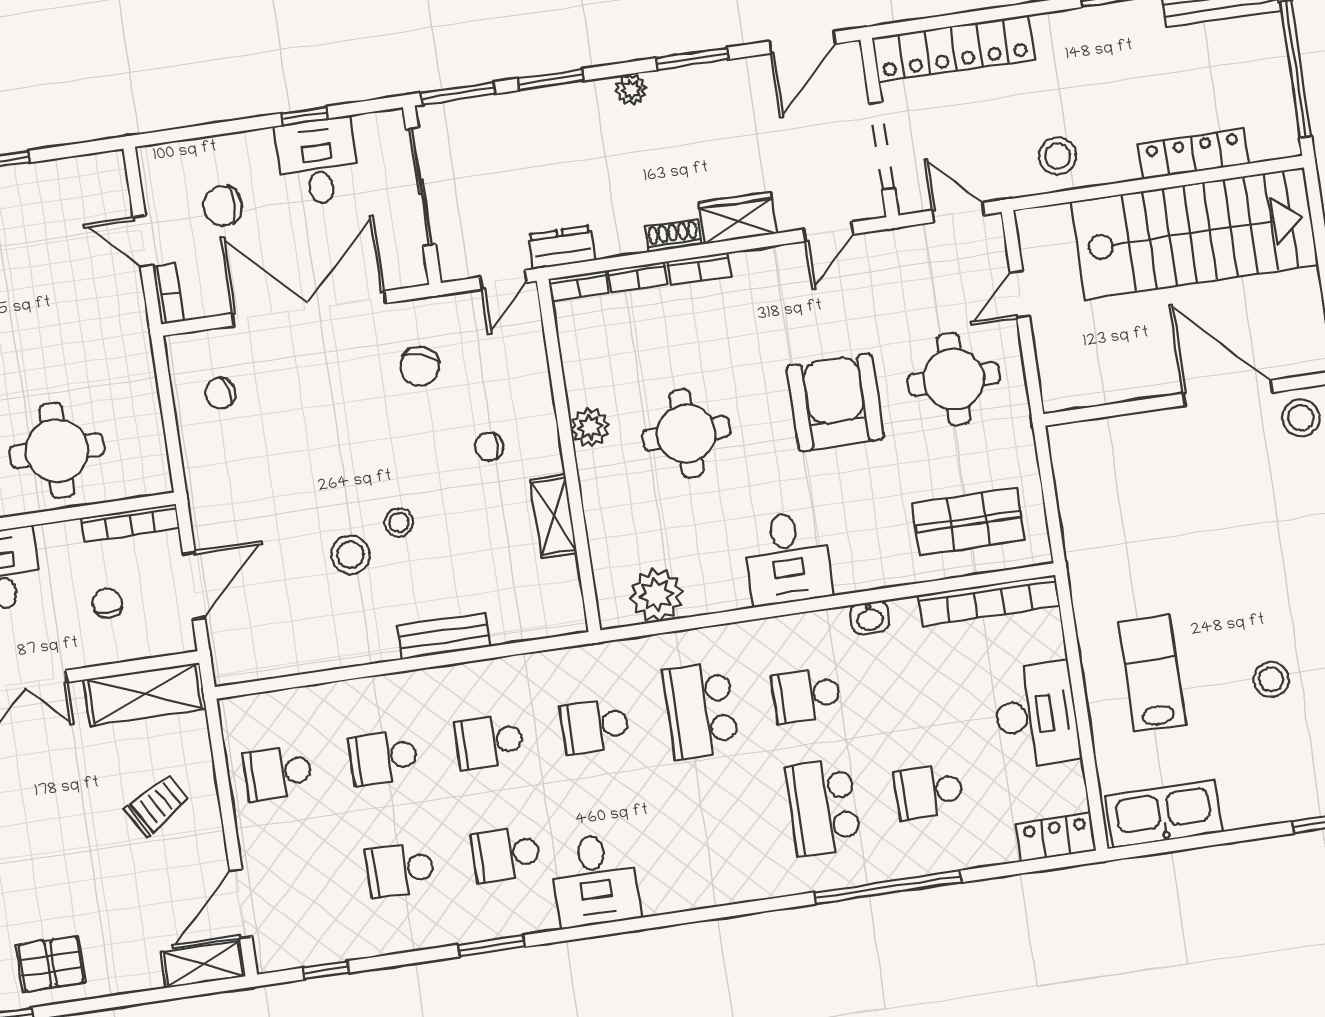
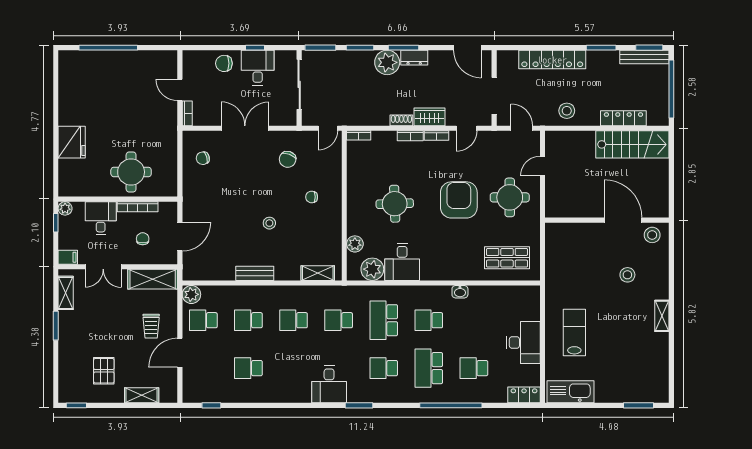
door: (802, 42) -> (467, 48), hinge flipped
locker: (954, 49) -> (552, 60), moved
window: (693, 59) -> (404, 48), moved
plant: (631, 89) -> (387, 62), width x1.88, depth x1.88
chair: (223, 206) -> (224, 63), moved
stairs: (1194, 233) -> (632, 144), width x0.73, depth x0.66
dresser: (562, 247) -> (414, 58), moved, turned 180
bookcase: (638, 277) -> (437, 135), moved
double door: (309, 308) -> (245, 128), width x0.73
plant: (590, 427) -> (355, 244), moved
shelving: (554, 516) -> (318, 273), moved, turned 90
bookcase: (130, 523) -> (138, 207), moved
stool: (350, 555) -> (247, 234), removed
desk: (787, 558) -> (402, 262), moved
bookcase: (989, 601) -> (511, 292), removed
bench: (444, 636) -> (255, 273), moved
stool: (1271, 679) -> (627, 275), moved
plant: (241, 717) -> (191, 294), added
trolley: (157, 805) -> (151, 326), turned 121
school desk: (506, 854) -> (384, 368), moved
door: (241, 904) -> (180, 353), moved
window: (491, 946) -> (359, 405), moved
pallet: (51, 964) -> (104, 371), moved, turned 90
shelving: (203, 964) -> (142, 395), moved

